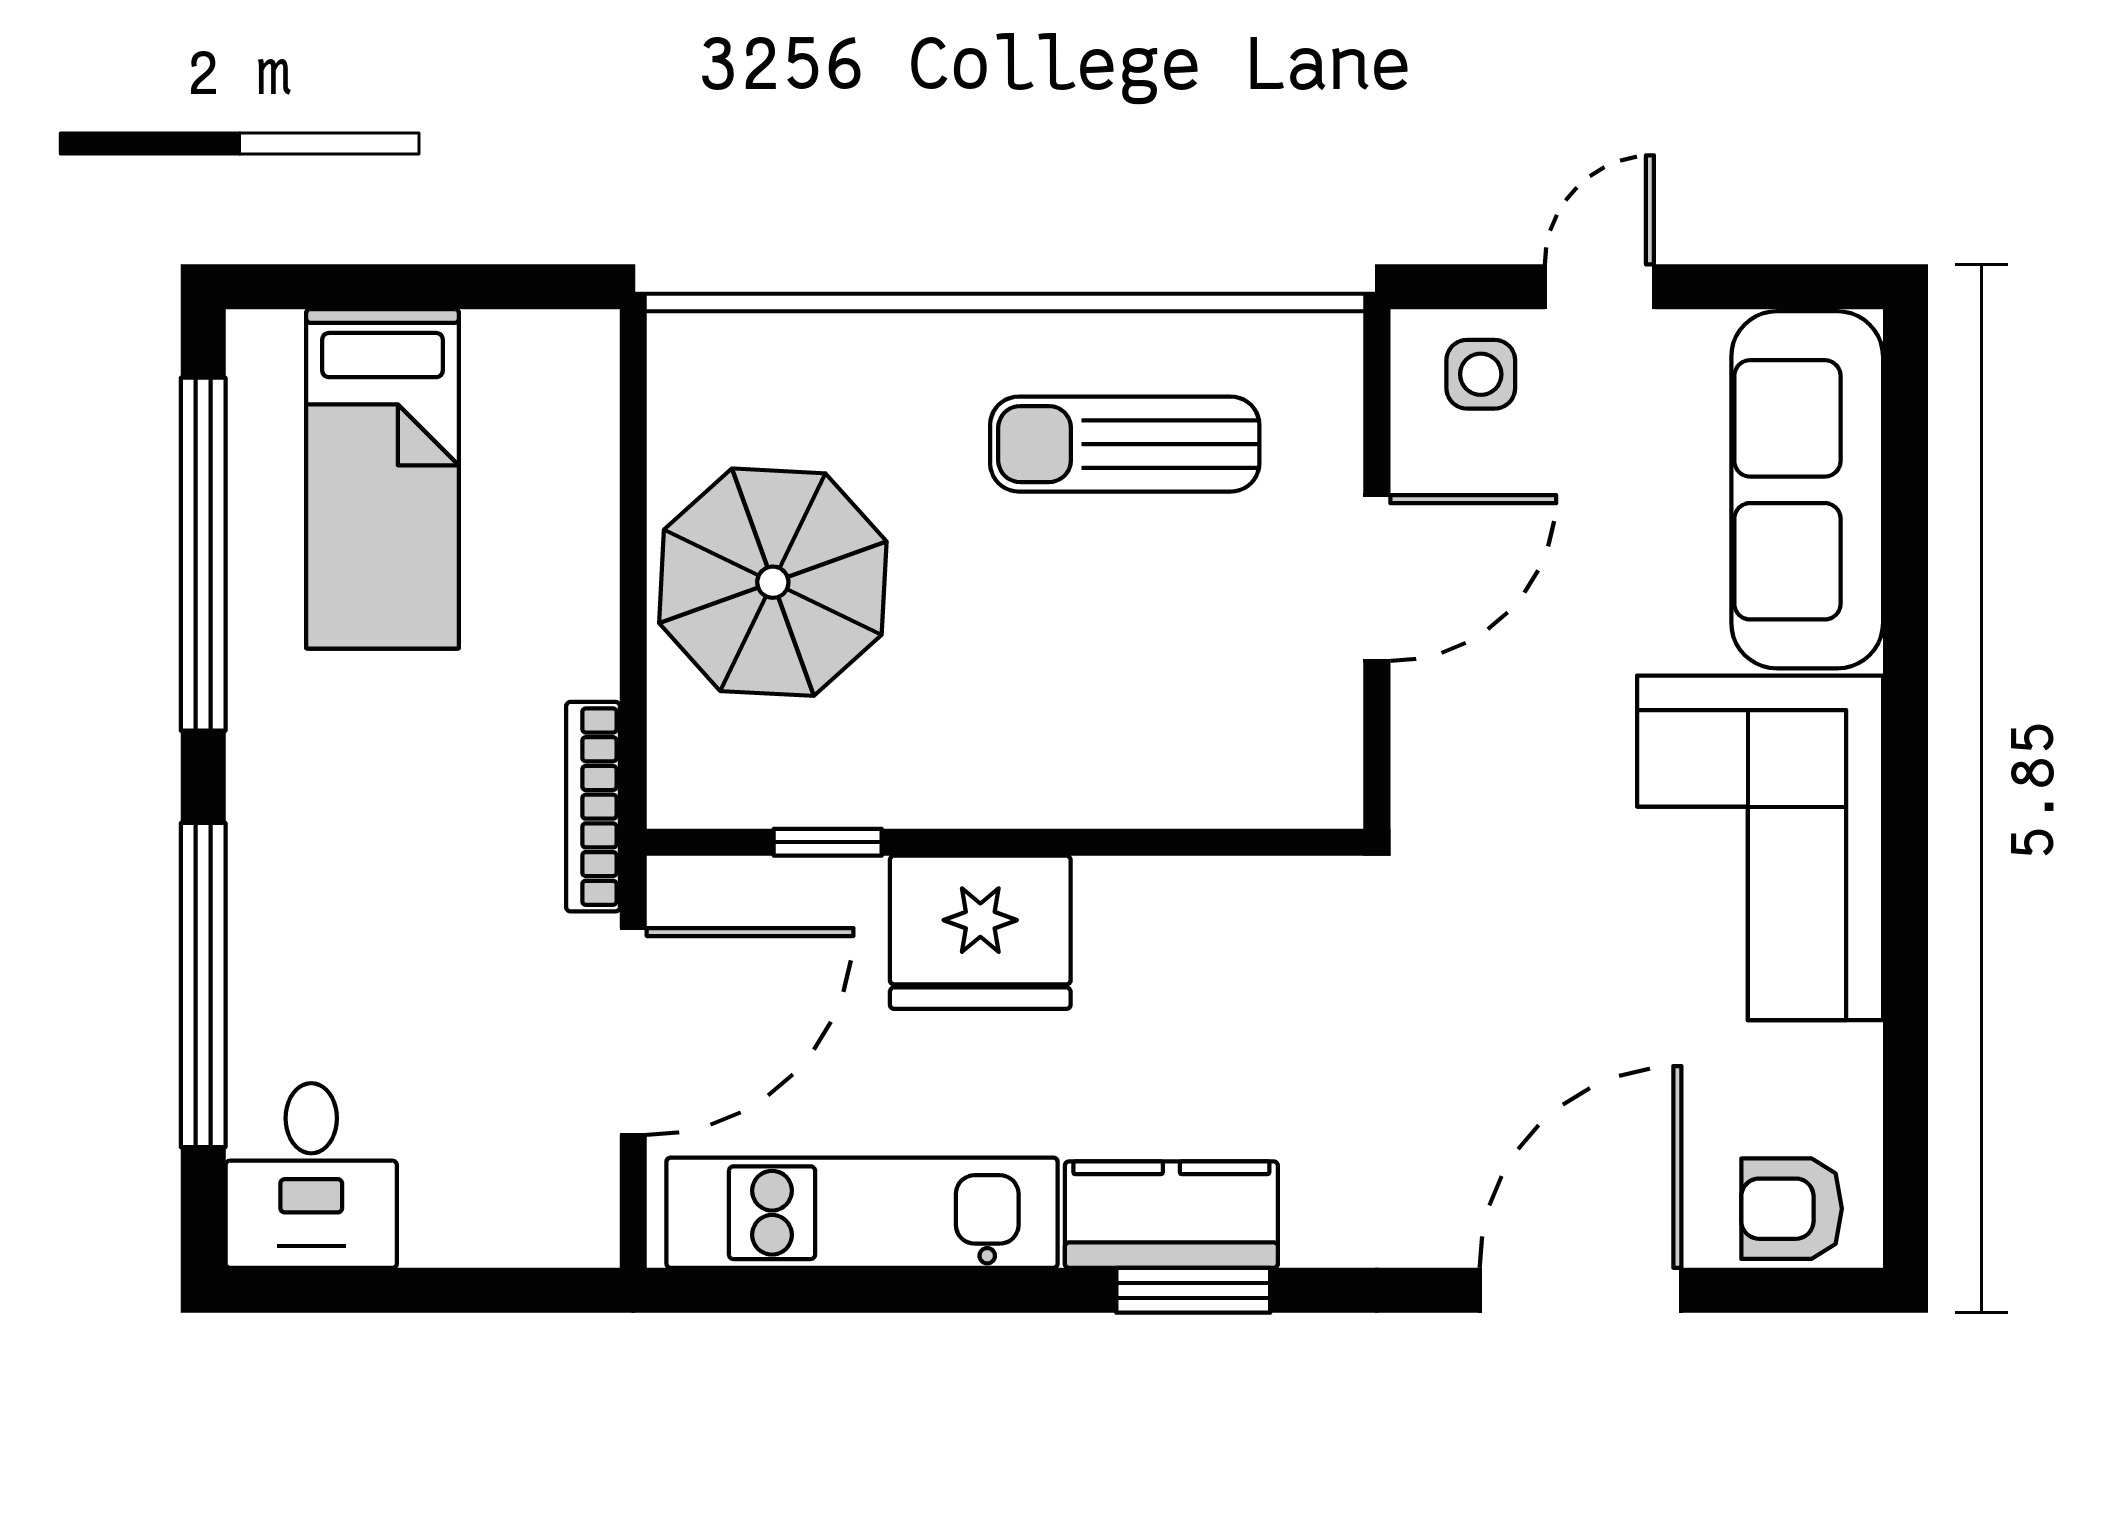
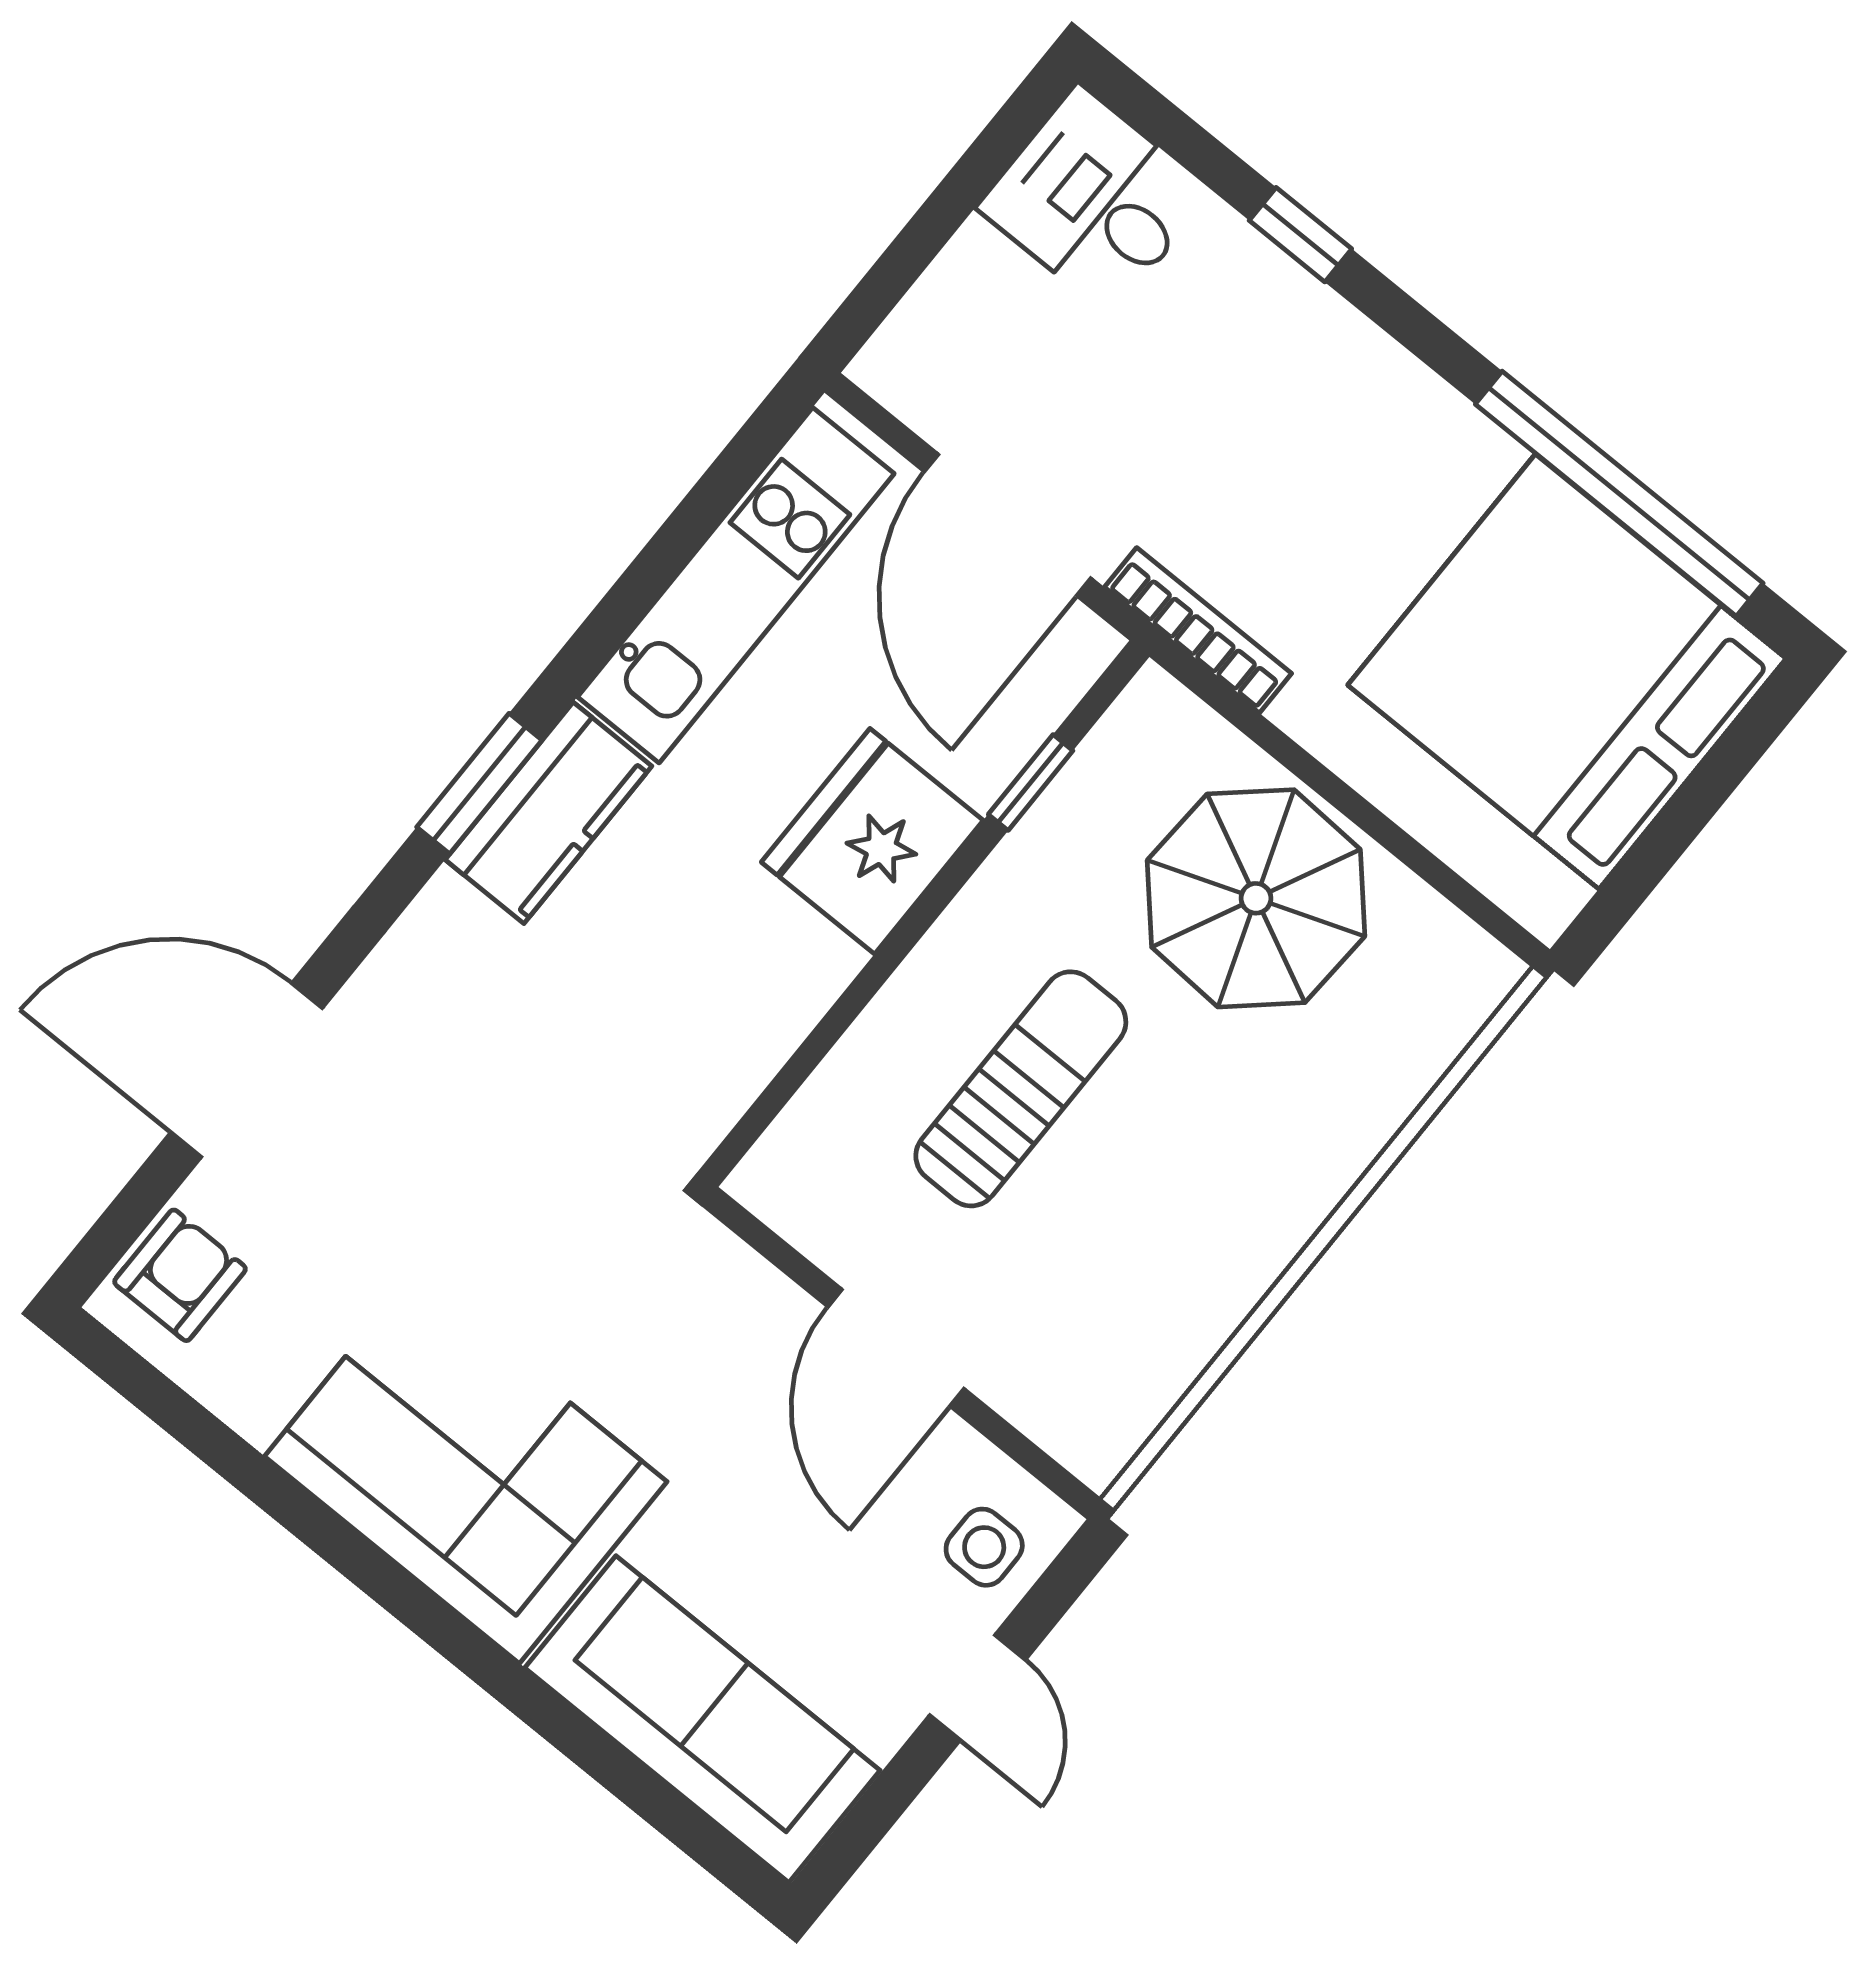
sun lounger: (1125, 444) -> (1021, 1089), moved
bed: (382, 479) -> (1567, 672), width x2.04
window: (203, 985) -> (1300, 235), width x0.32
door: (1581, 1290) -> (247, 1070), swing flipped

